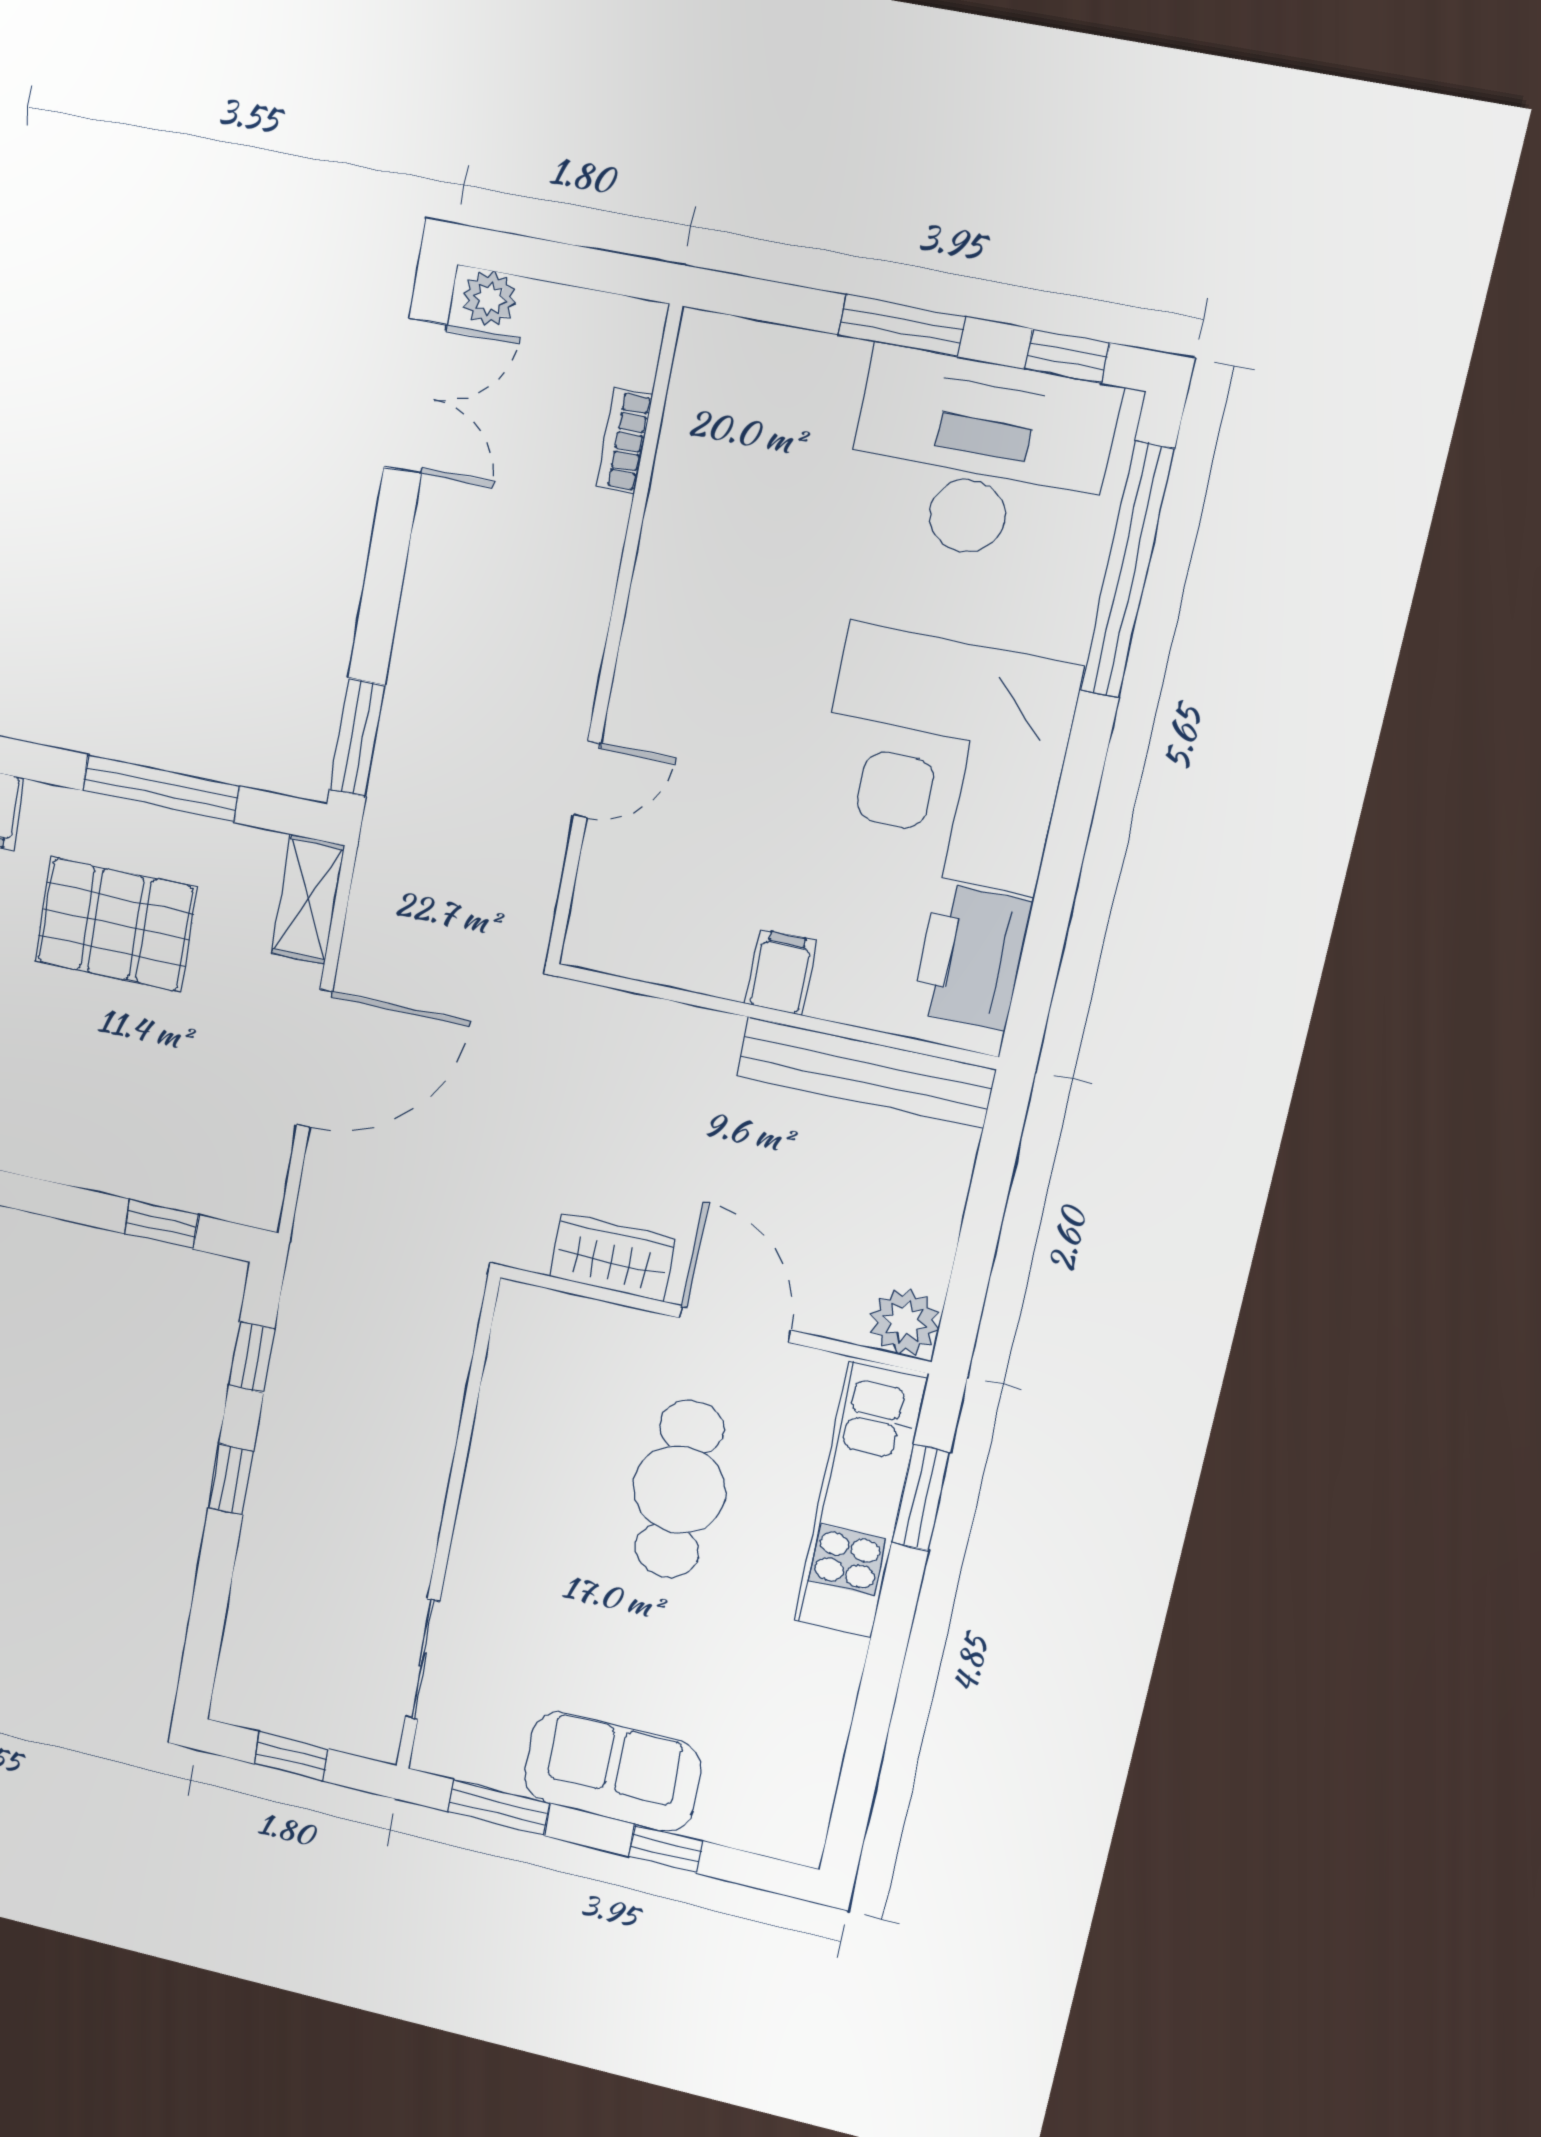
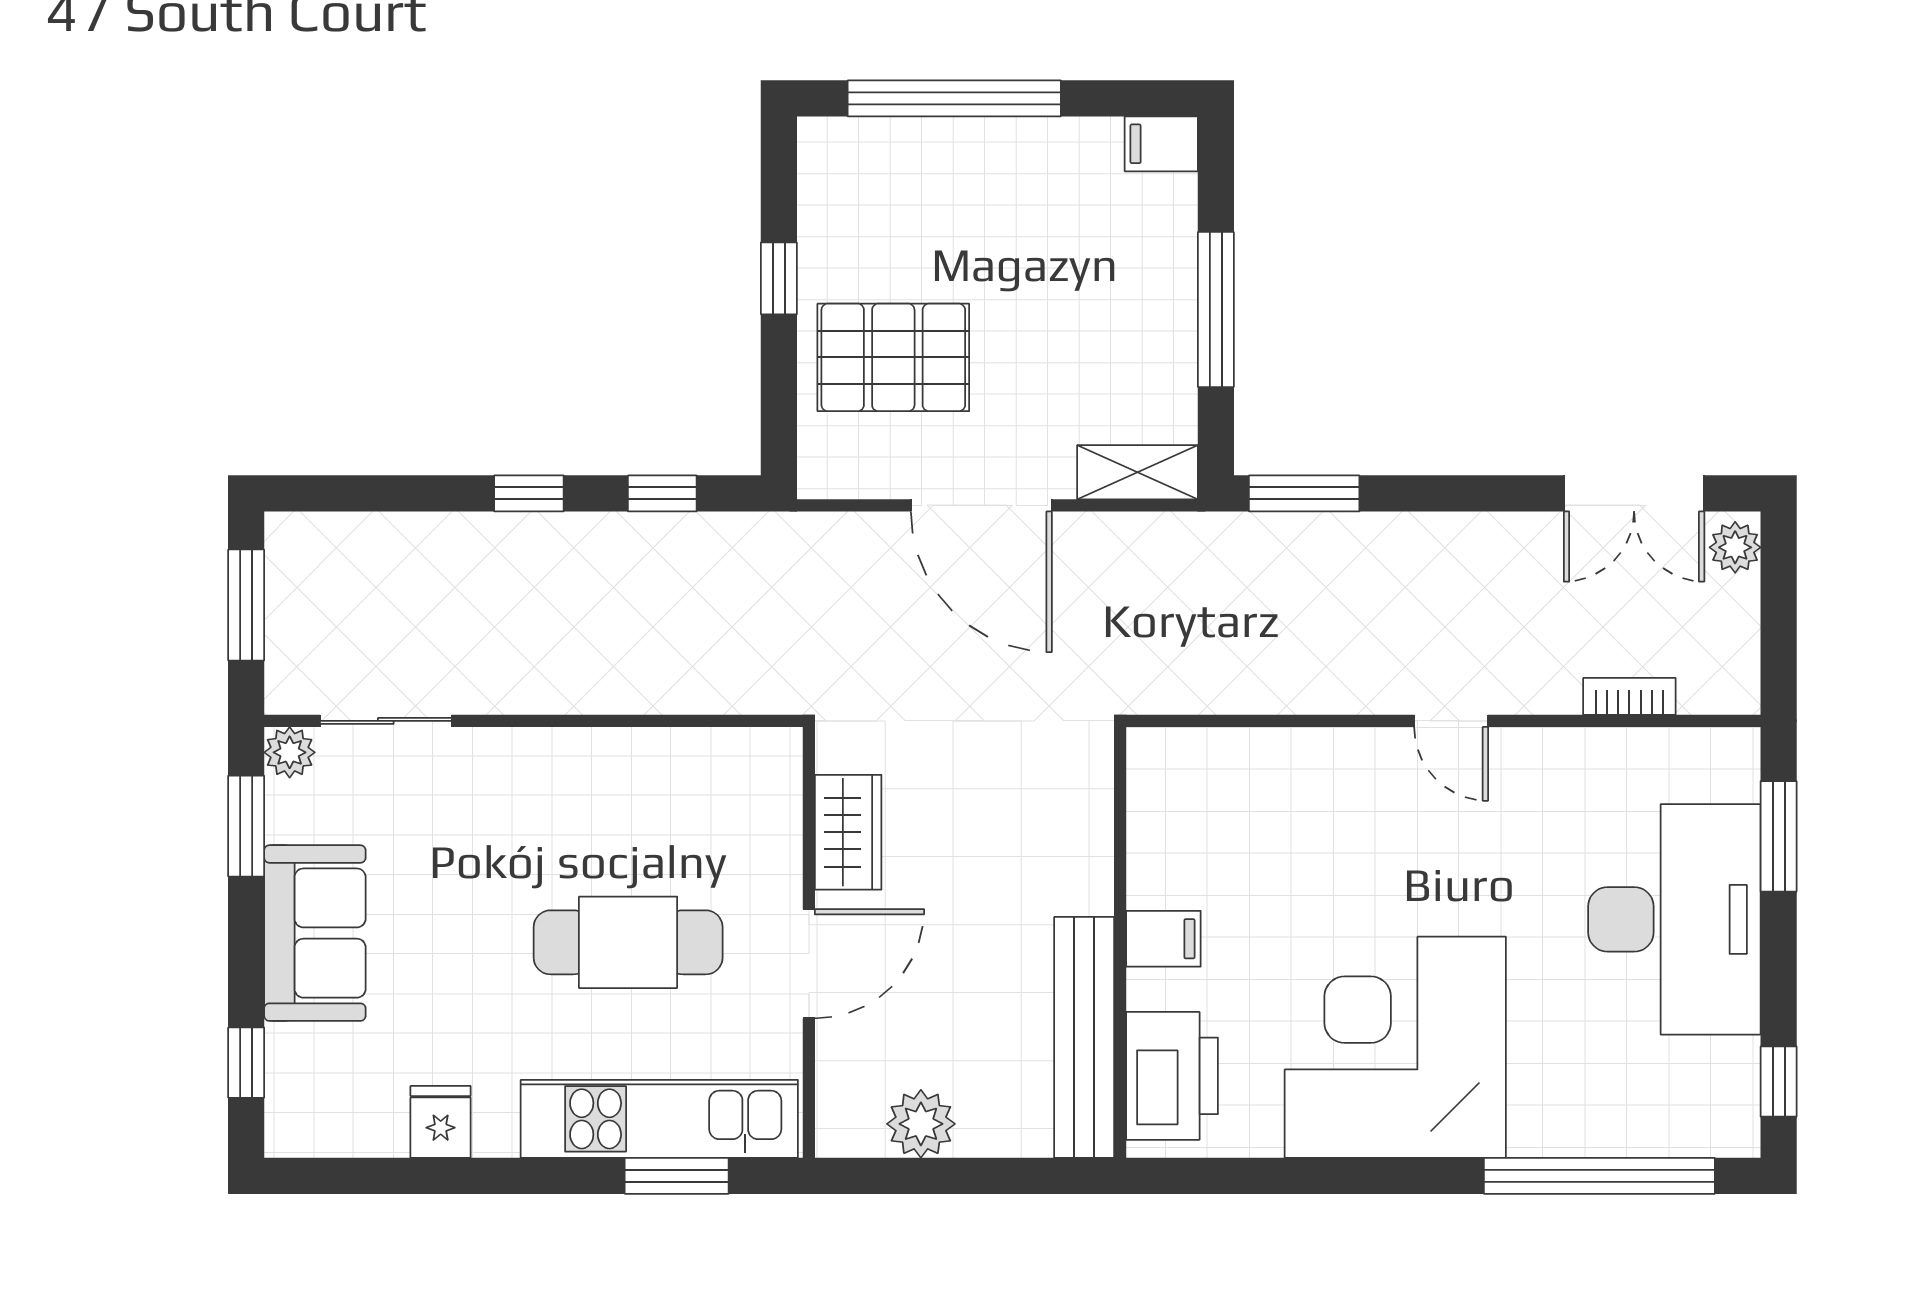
window: (902, 326) -> (1779, 836), moved
desk: (979, 458) -> (1674, 919), moved
door: (587, 779) -> (1451, 721), moved
pallet: (116, 924) -> (893, 357), moved, turned 90
printer: (971, 957) -> (1172, 1076), moved, turned 90
window: (162, 1224) -> (779, 278), moved
plant: (904, 1322) -> (921, 1124), moved
fridge: (819, 1703) -> (441, 1122), added
plant: (436, 1752) -> (290, 752), added
window: (291, 1756) -> (246, 605), width x1.50
window: (666, 1849) -> (246, 1063), moved

